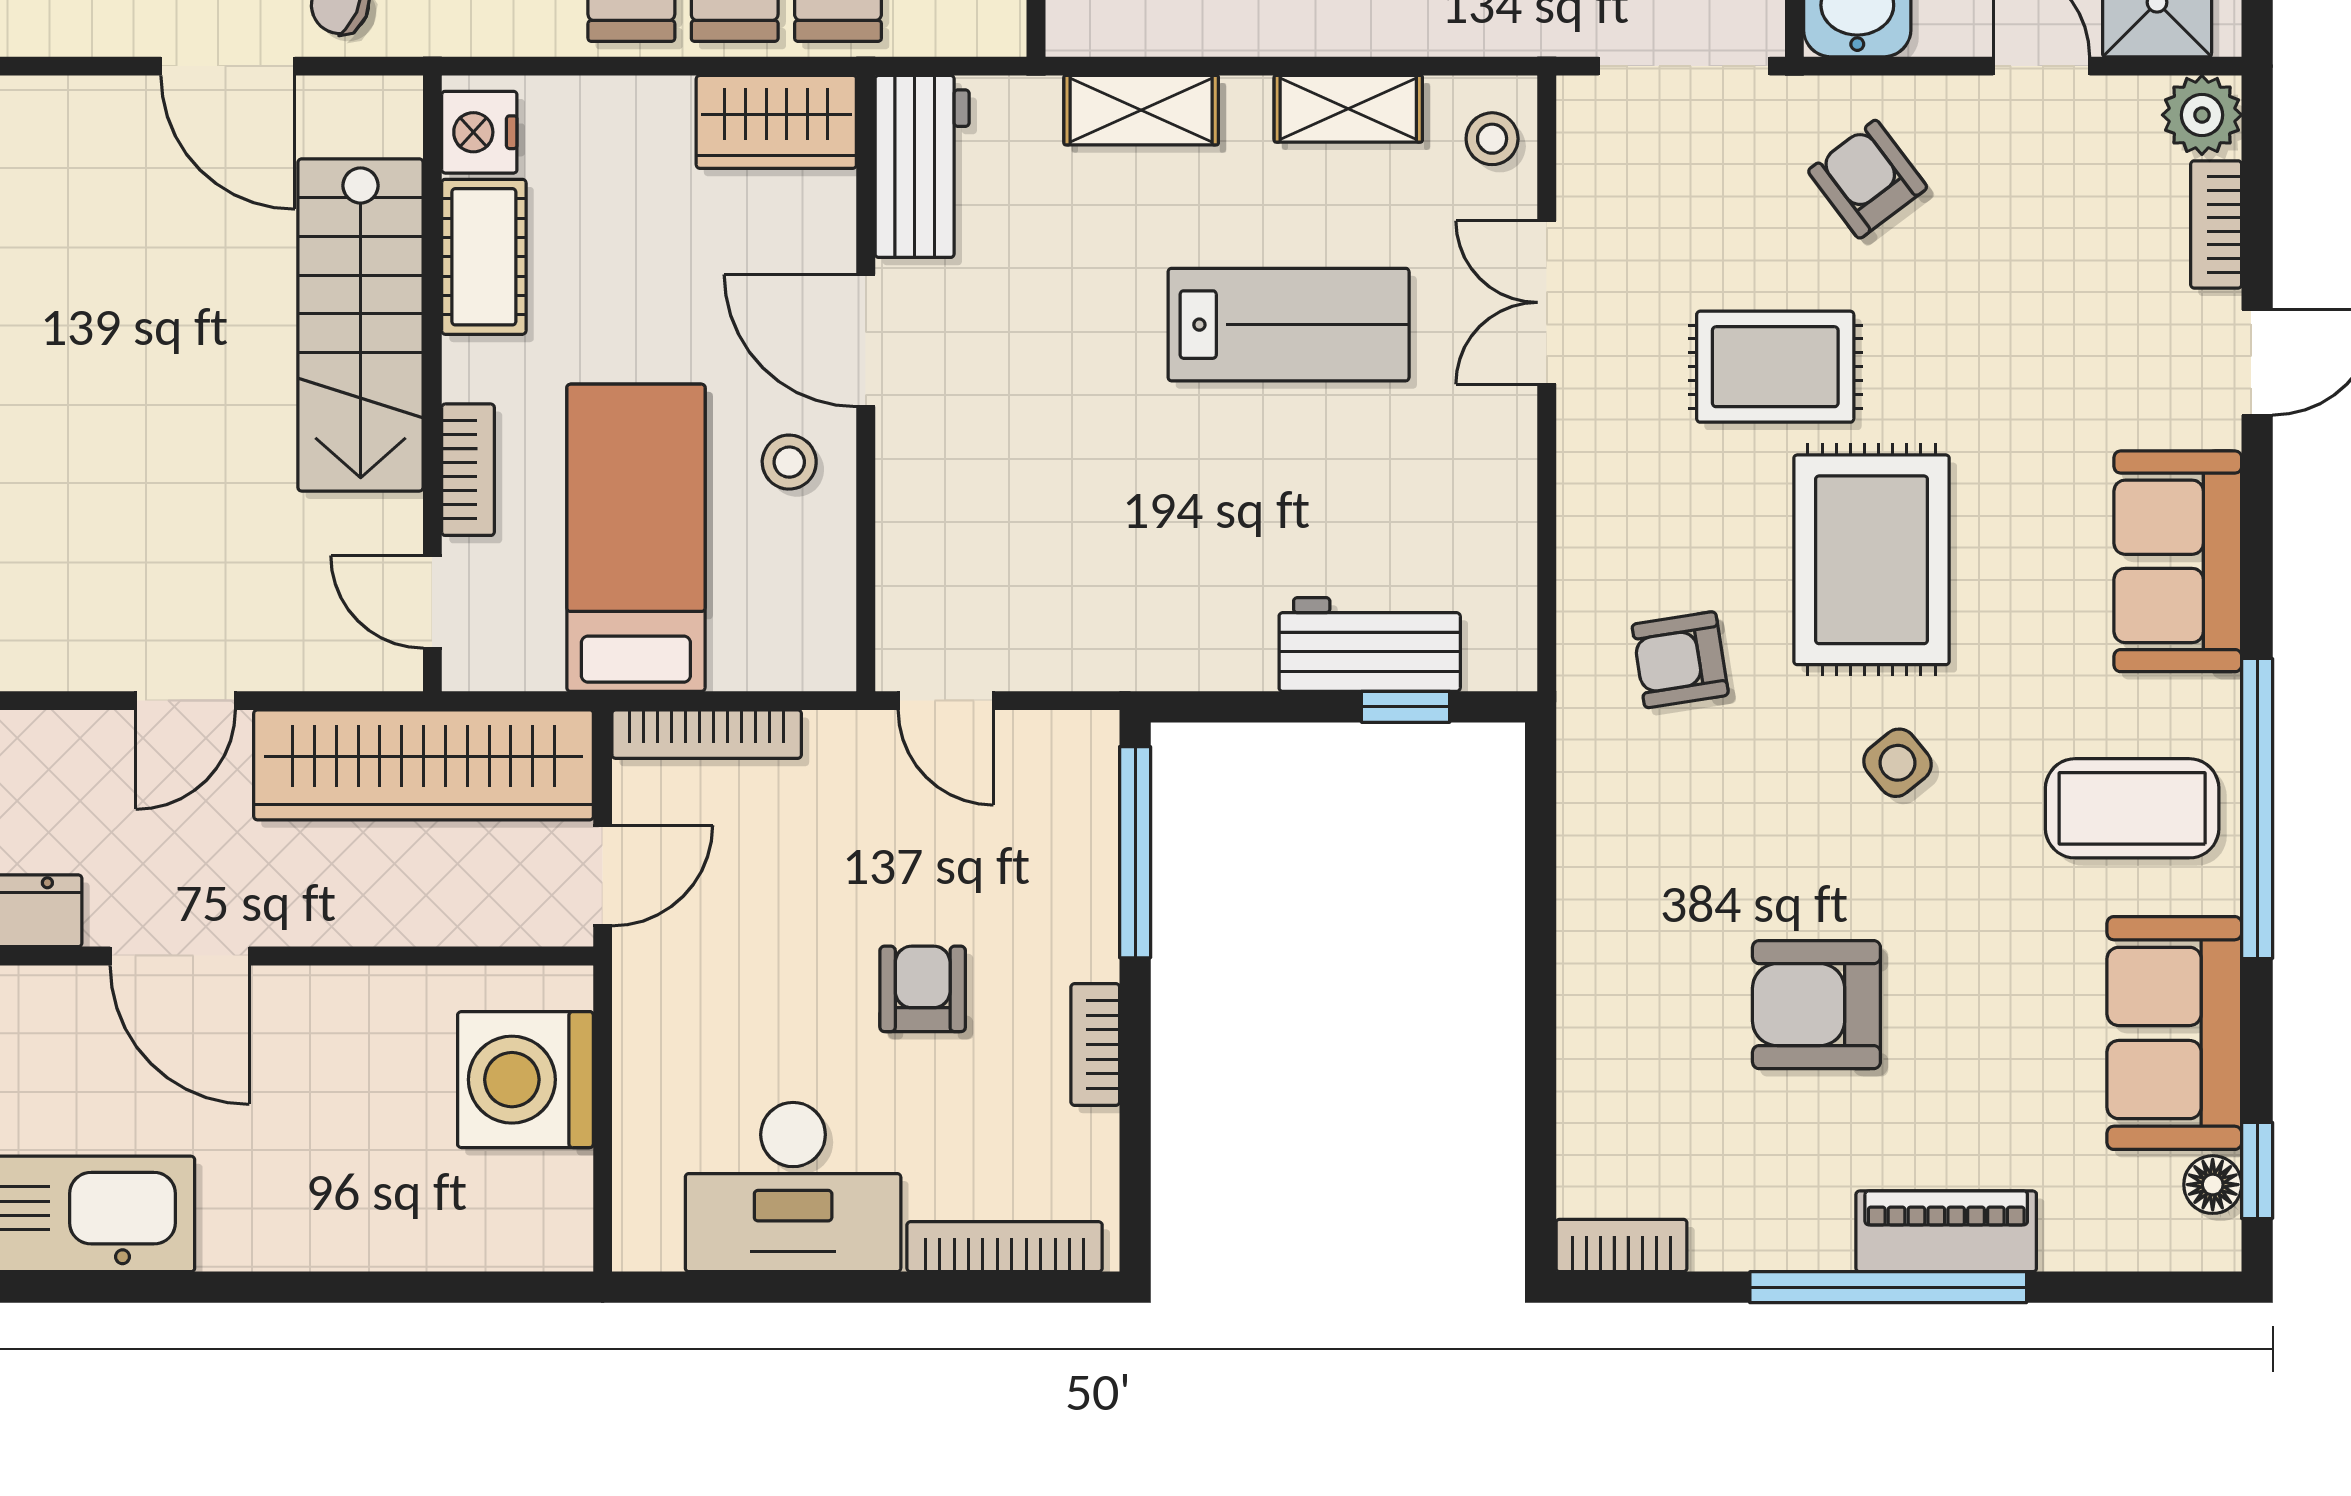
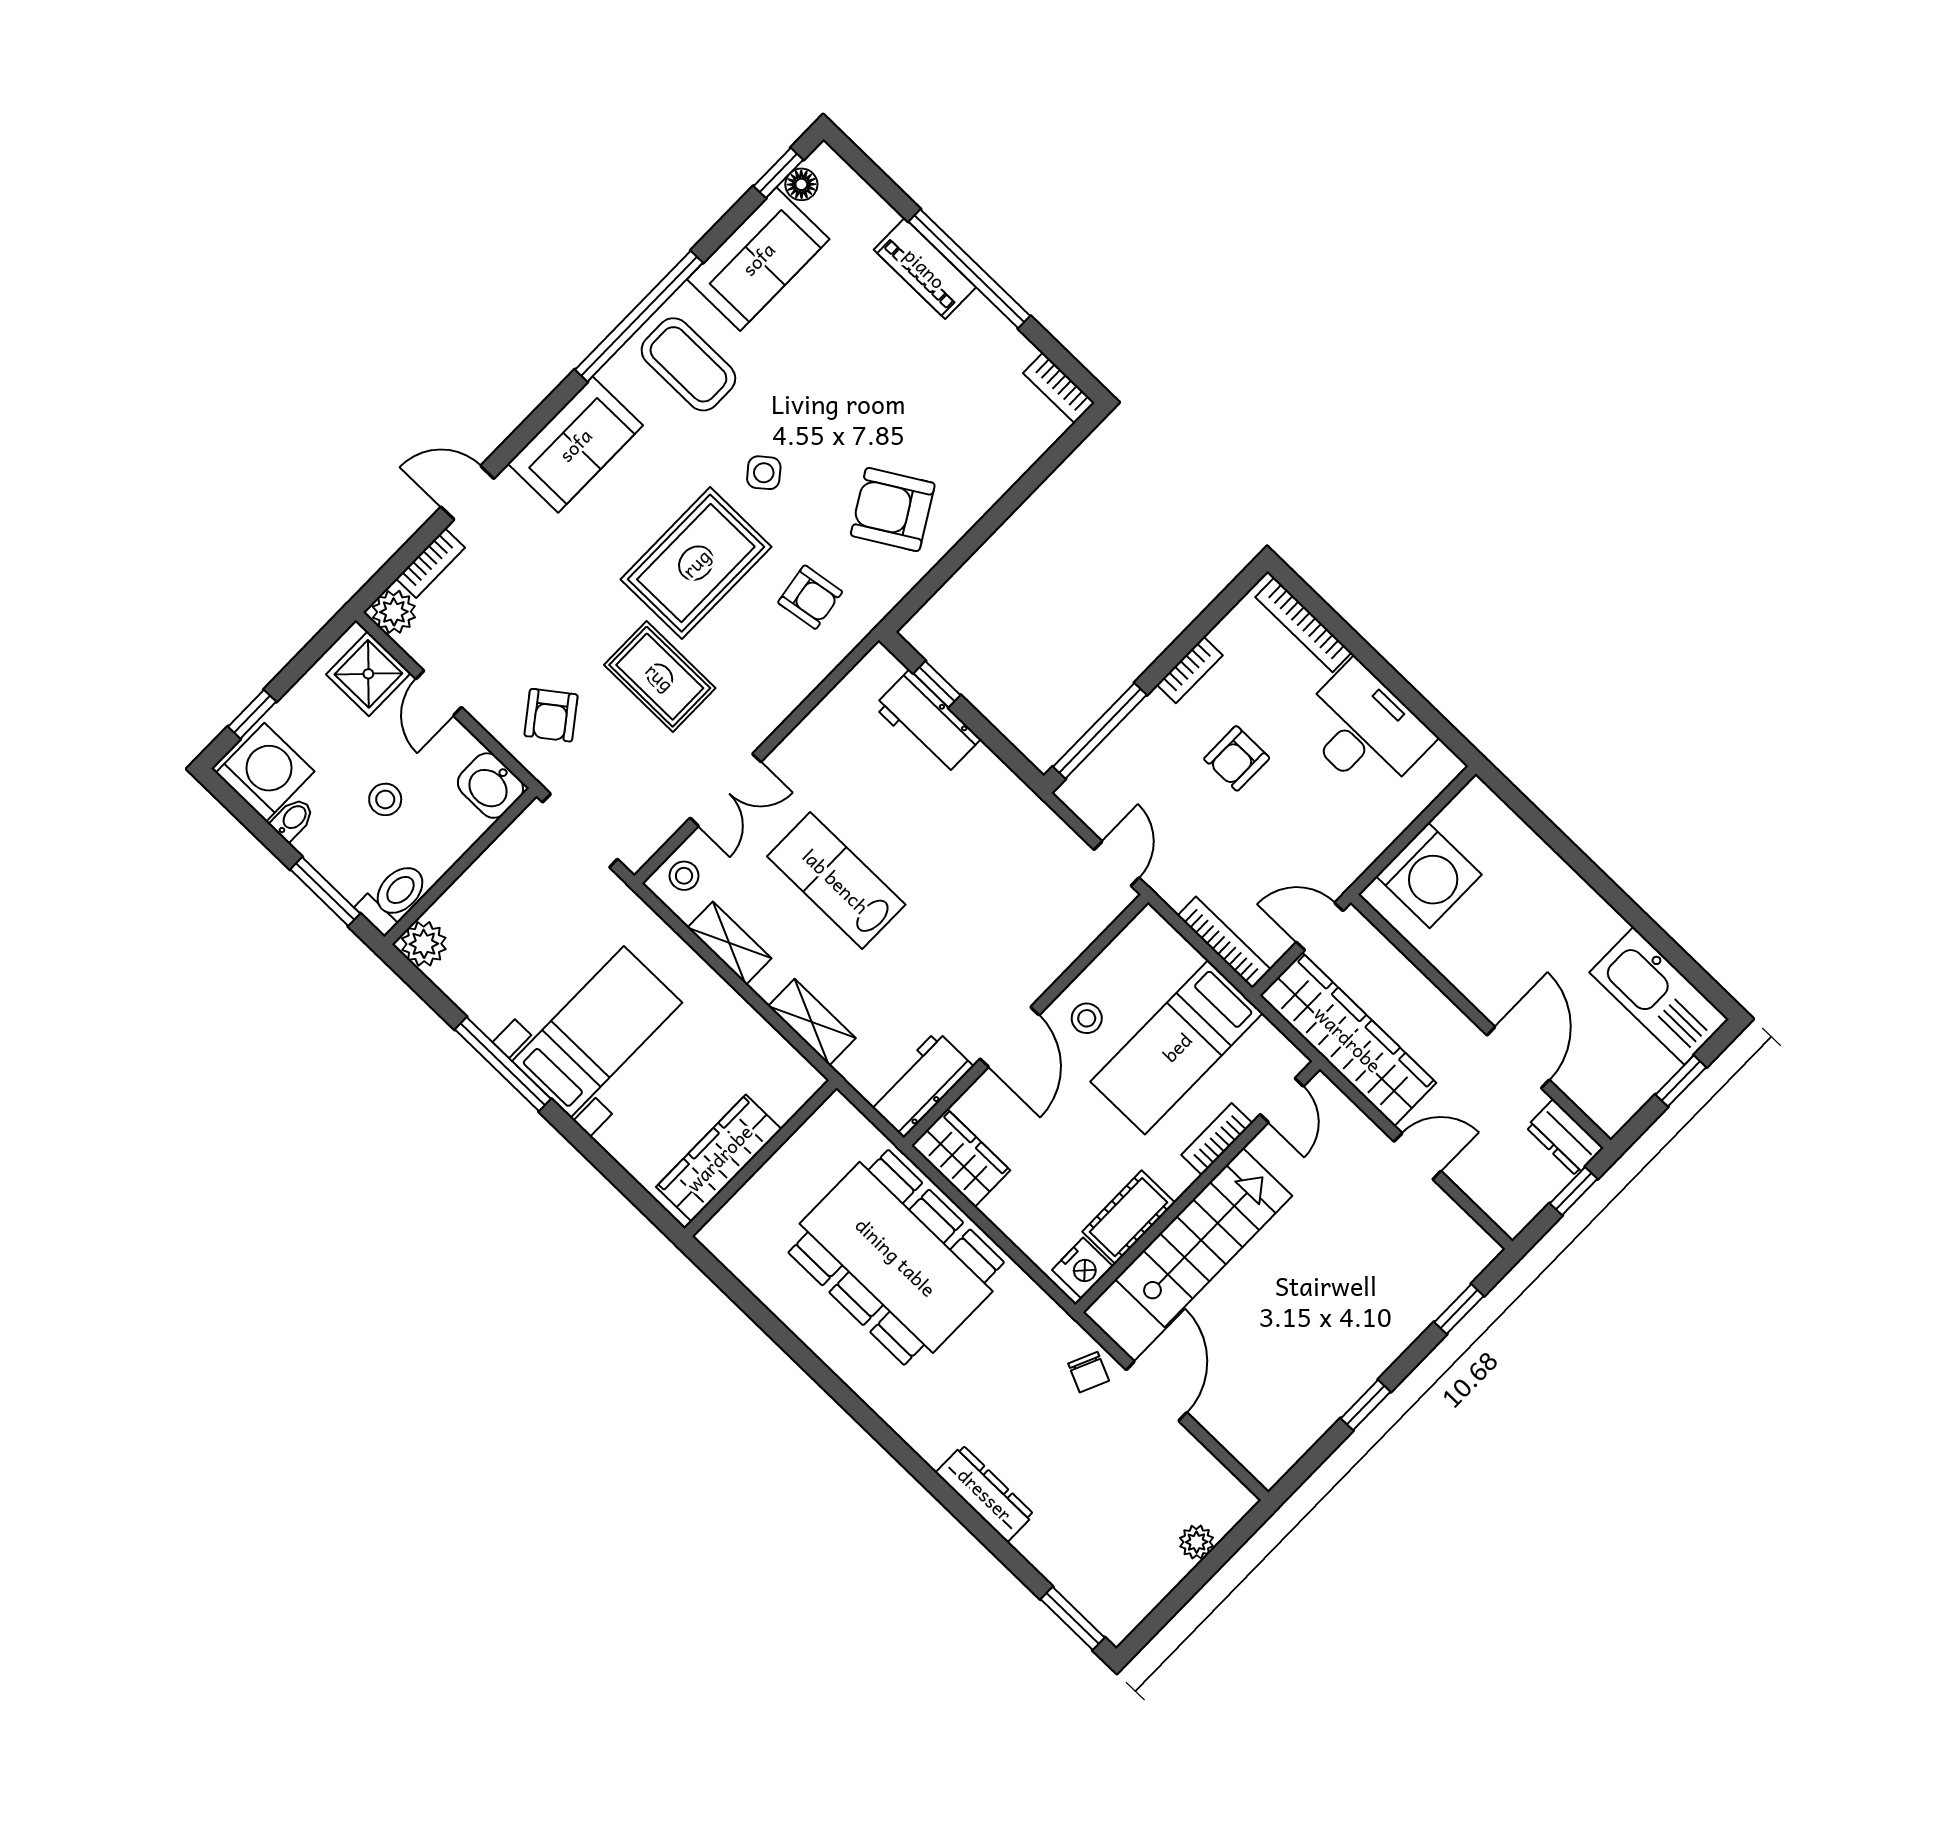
armchair: (1816, 1005) -> (893, 509), moved, turned 149

